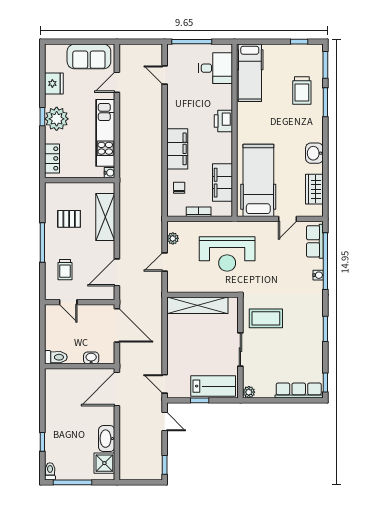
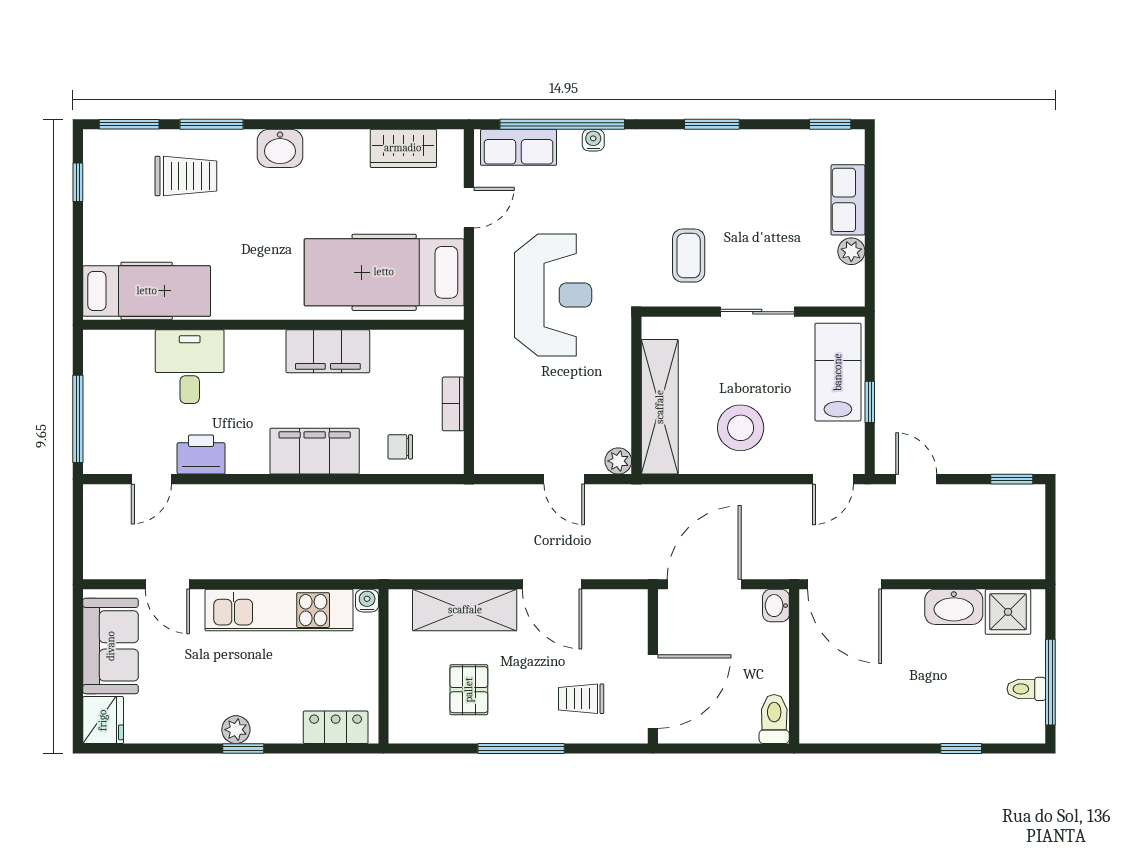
desk: (216, 68) -> (190, 367), moved
fridge: (54, 83) -> (103, 720), moved, turned 90
plant: (57, 119) -> (236, 730), width x0.53, depth x0.53
printer: (223, 121) -> (201, 455), moved, turned 180
washbasin: (314, 153) -> (280, 148), moved
filing cabinet: (222, 183) -> (328, 351), moved
door: (288, 219) -> (469, 208), hinge flipped
plant: (173, 238) -> (618, 461), moved
reception desk: (227, 254) -> (553, 295), moved
trolley: (65, 270) -> (581, 699), turned 180
door: (117, 272) -> (552, 584), moved
door: (68, 302) -> (653, 692), width x1.87
coffee table: (266, 318) -> (689, 256), width x0.73, depth x0.77
stool: (188, 342) -> (741, 428), added
washbasin: (91, 358) -> (776, 606), moved
row of seats: (299, 391) -> (848, 200), width x0.68
plant: (249, 392) -> (851, 251), moved
door: (165, 422) -> (916, 479), hinge flipped
toilet: (50, 471) -> (1026, 689), moved

